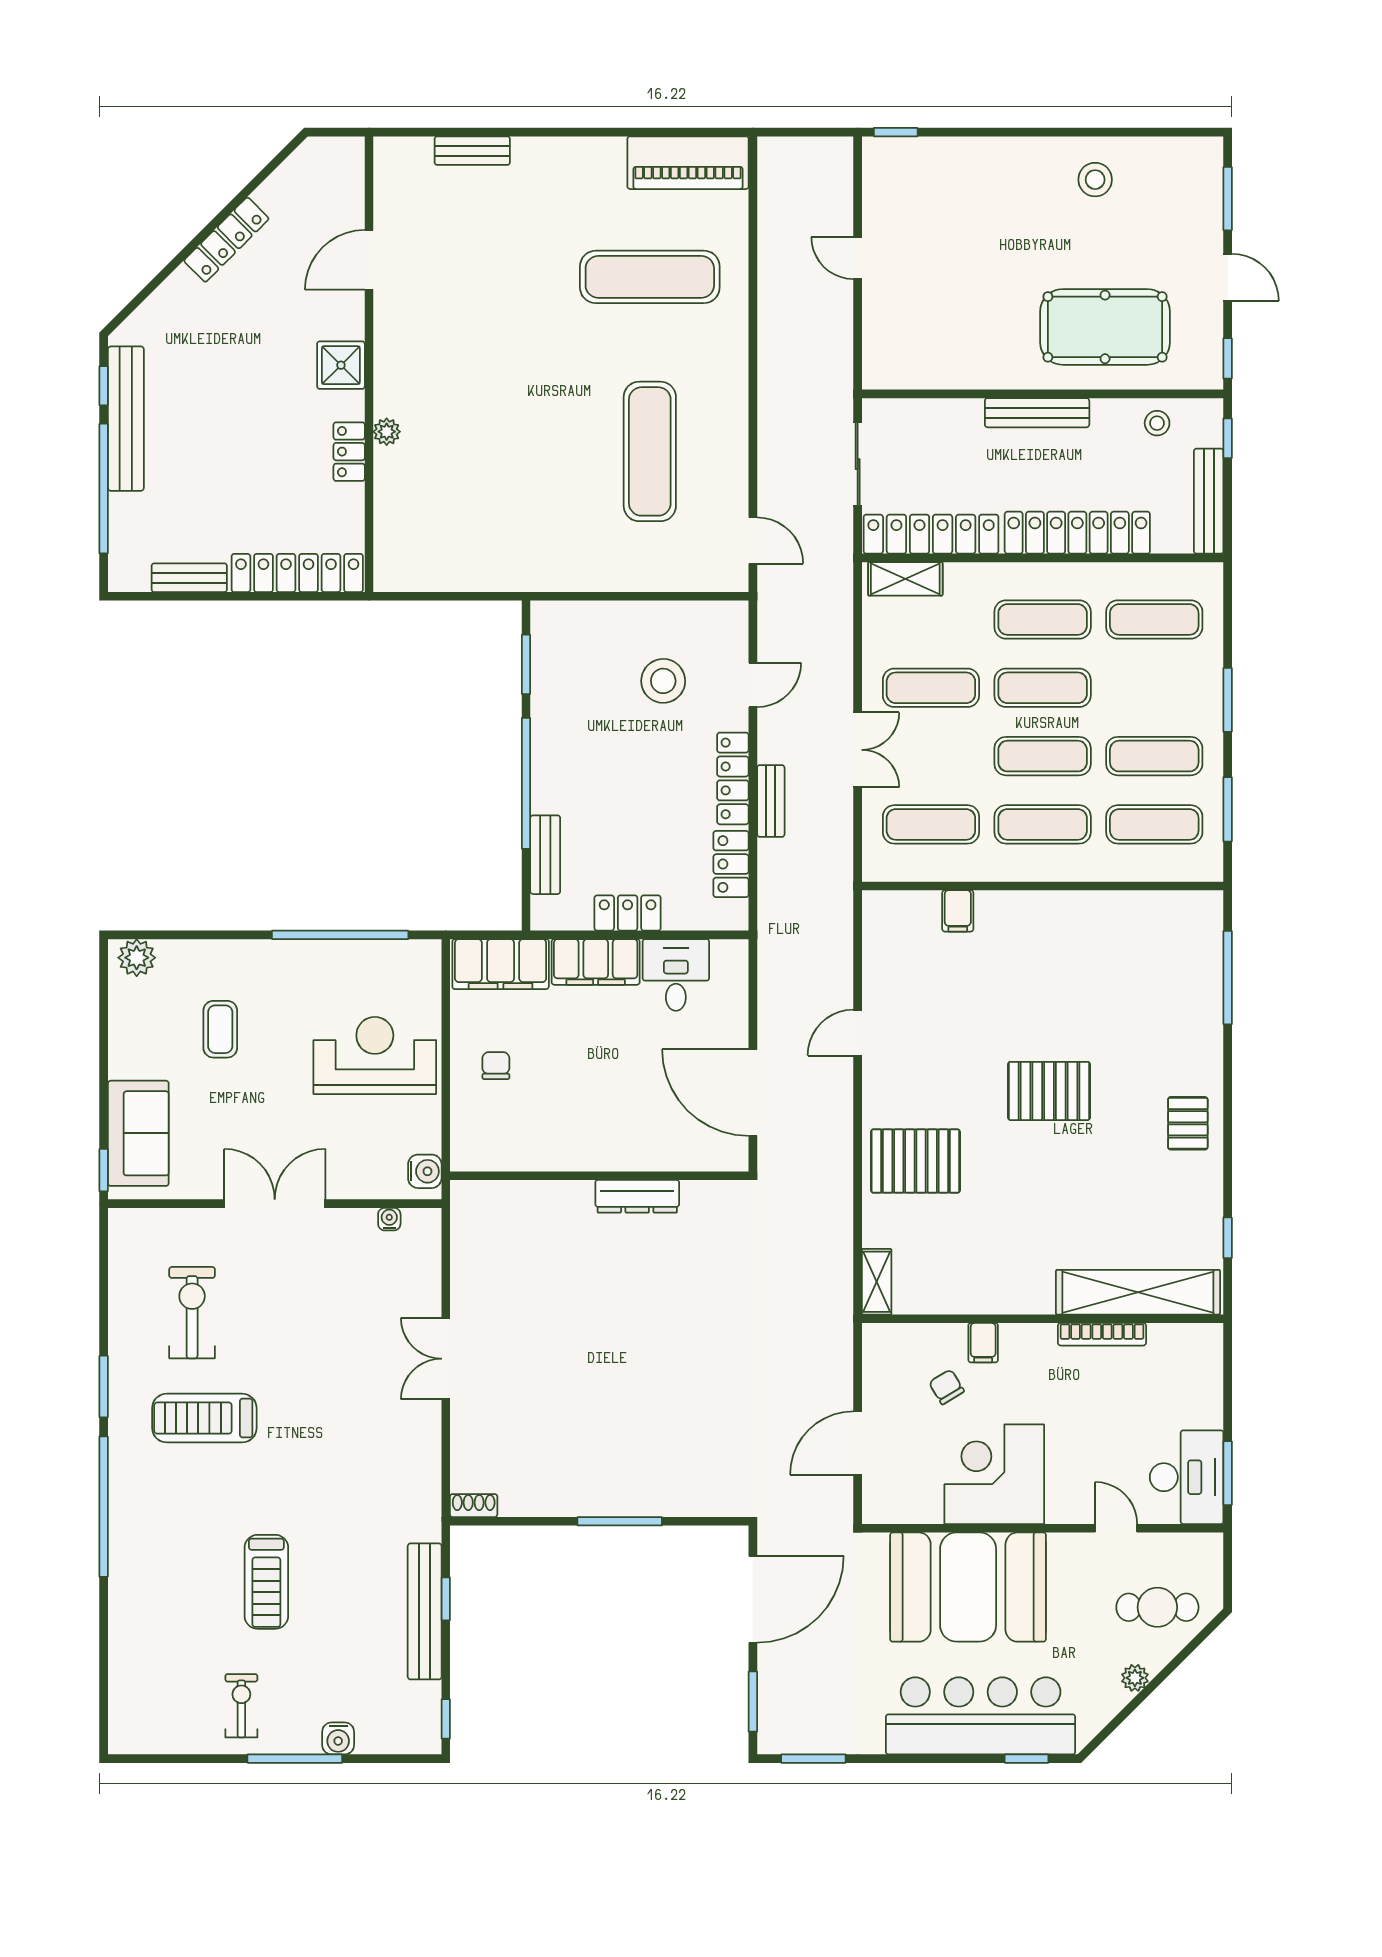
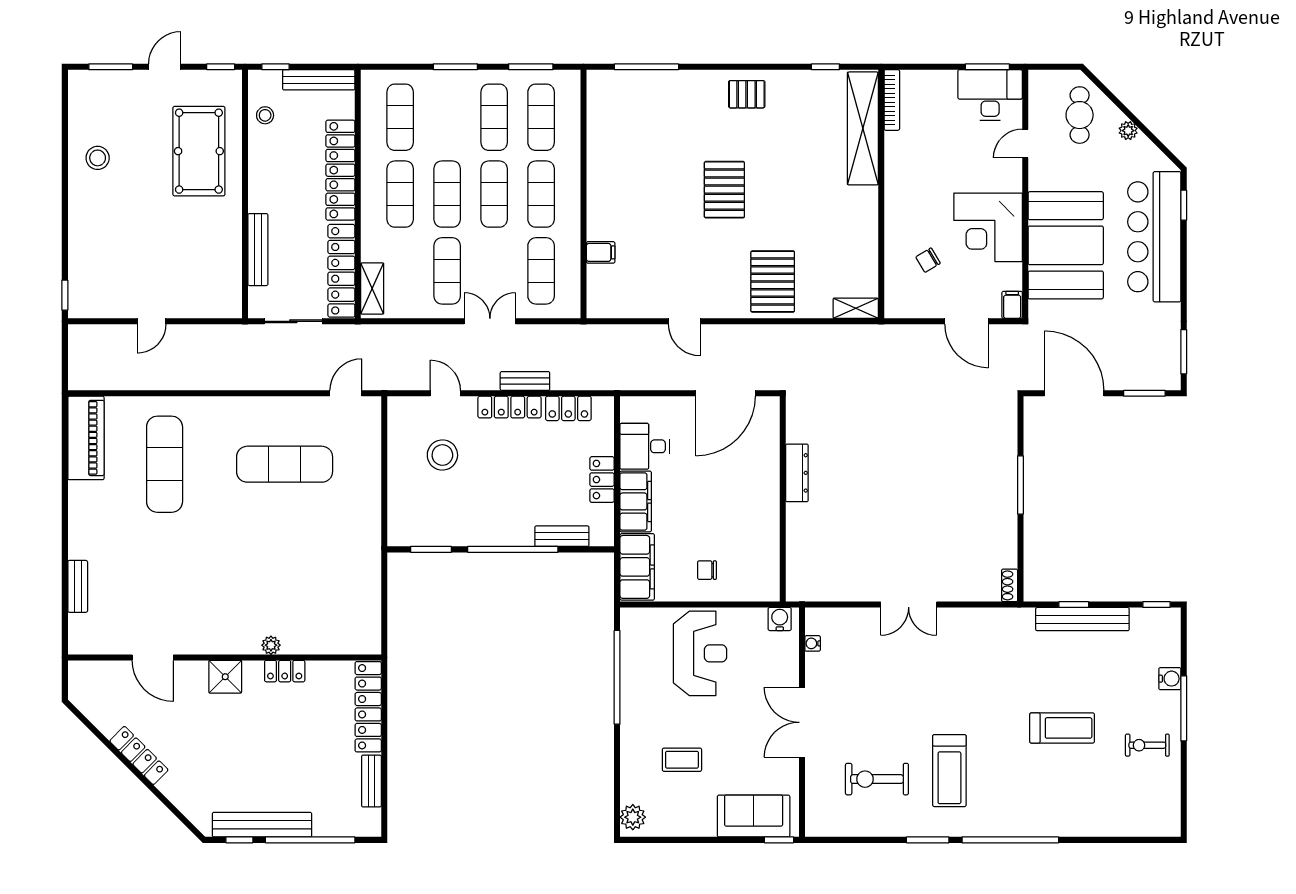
bench: (1037, 413) -> (258, 250), moved
reception desk: (375, 1055) -> (700, 653), turned 180
bookcase: (1102, 1334) -> (892, 100), moved
filing cabinet: (983, 1343) -> (1012, 305), moved, turned -90

